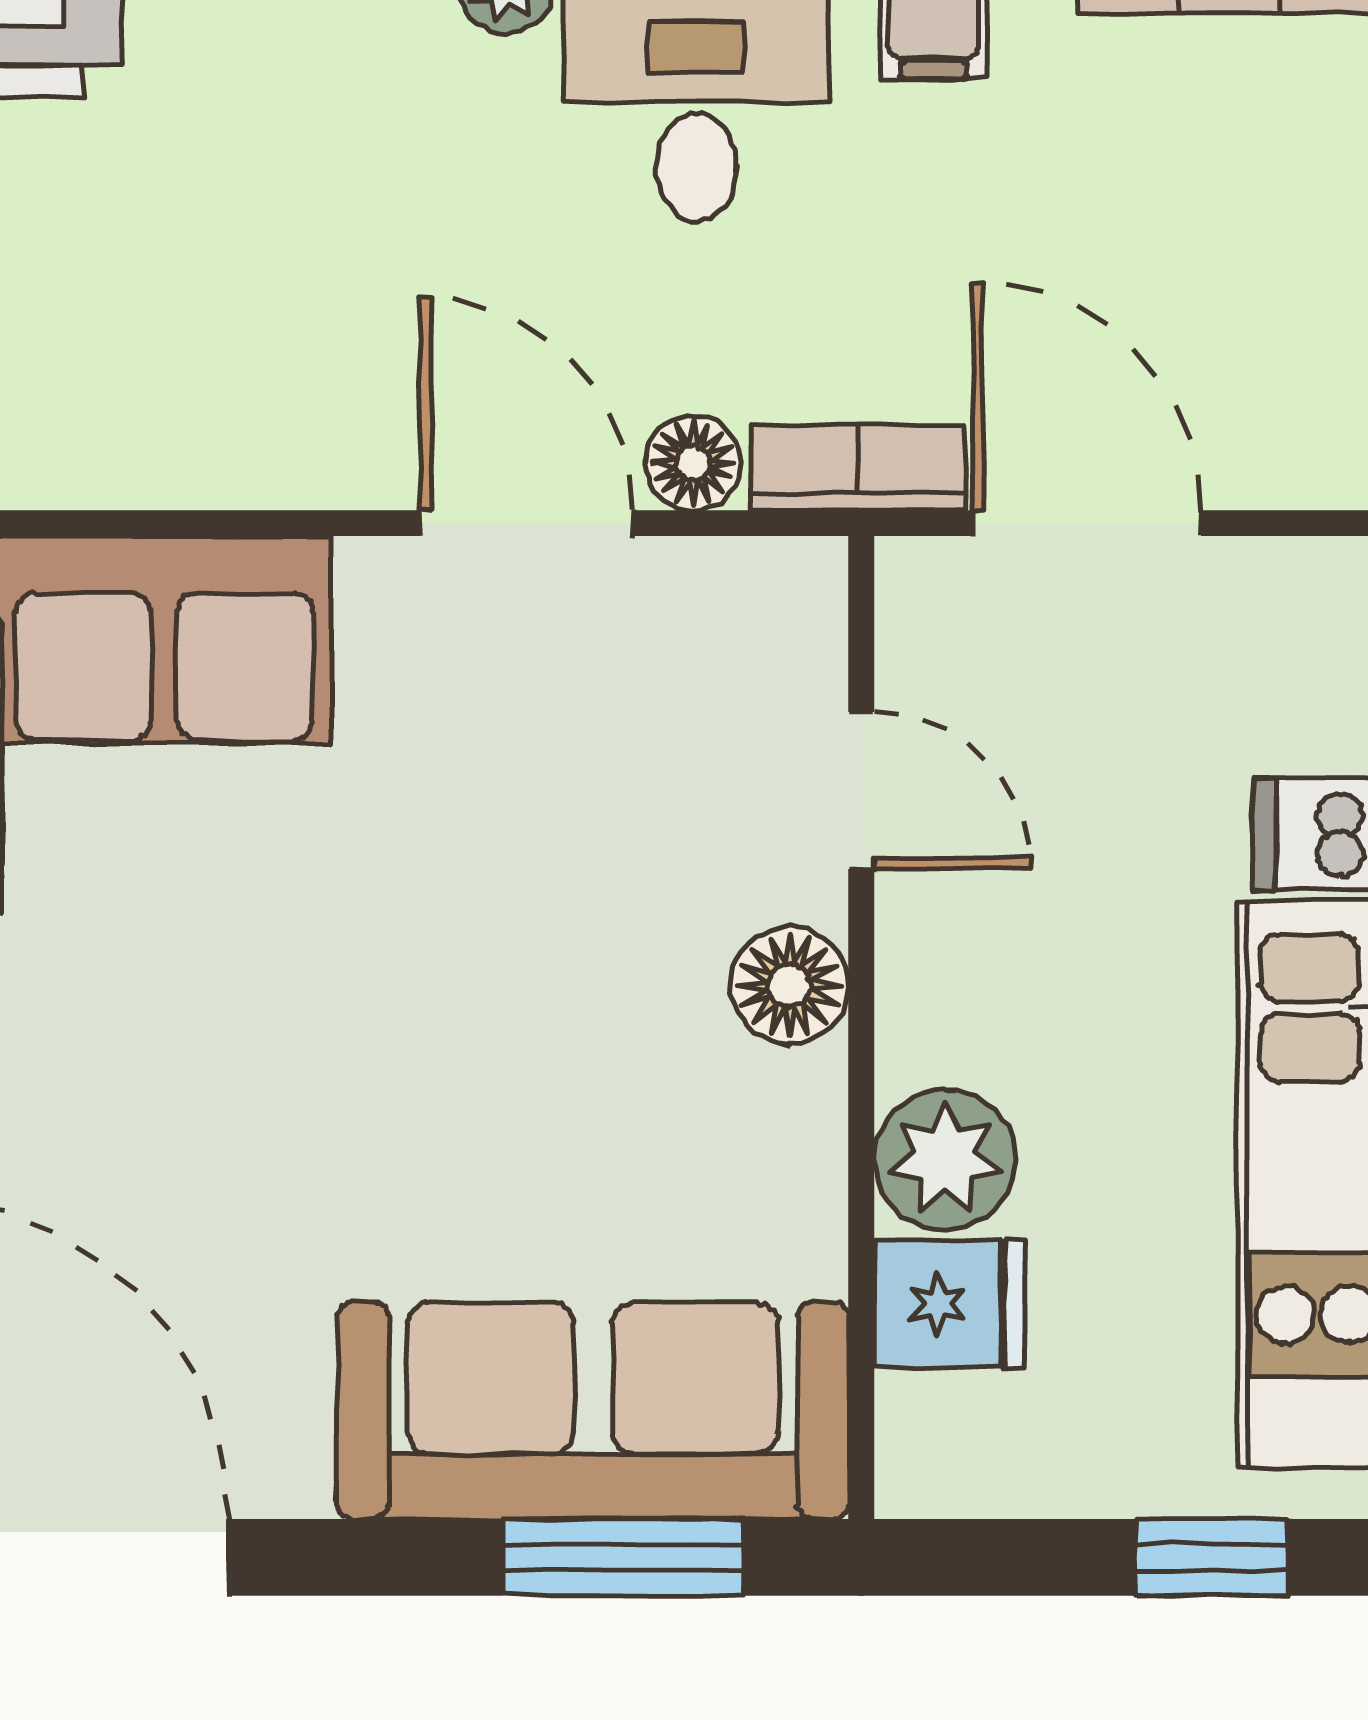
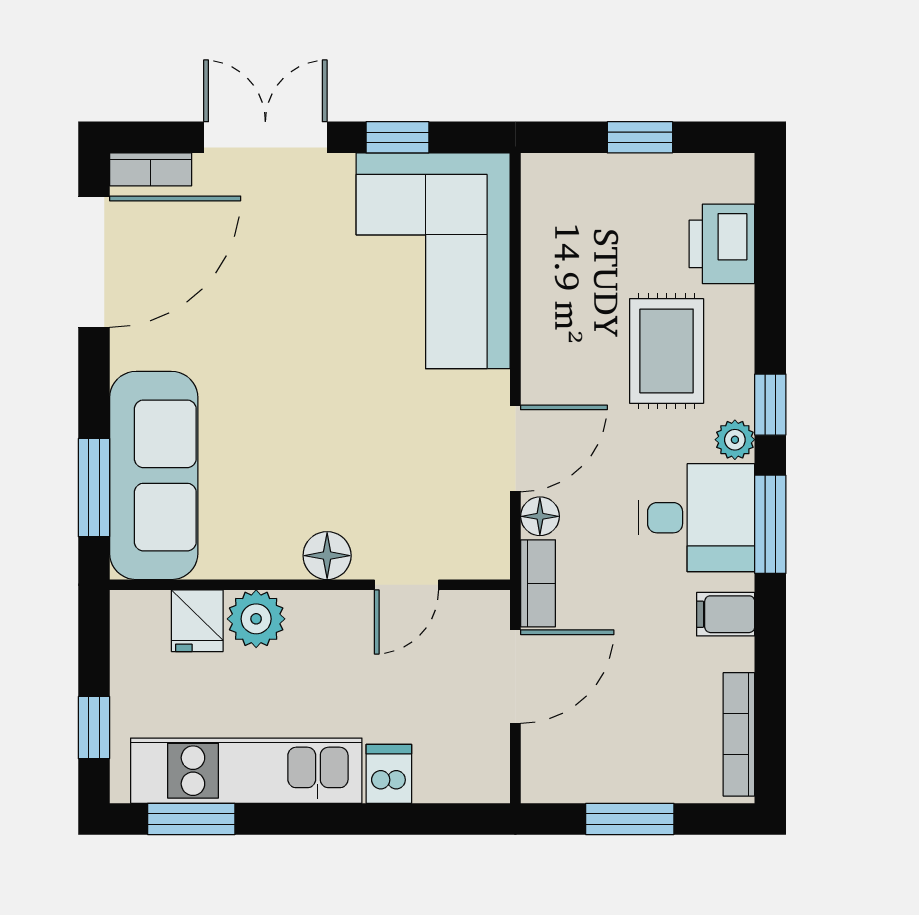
rug: (288, 152) -> (667, 351), added

